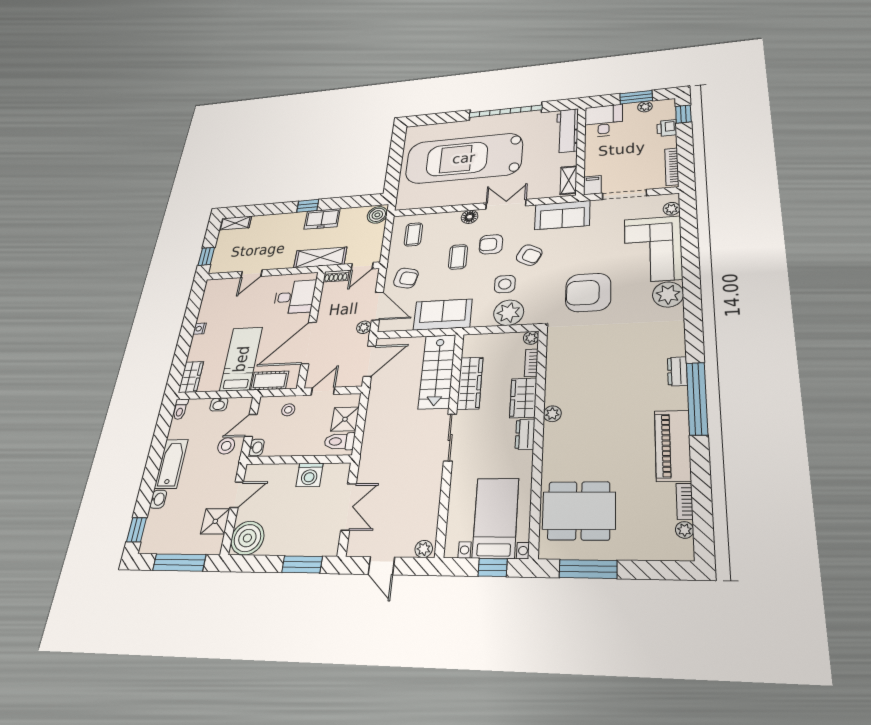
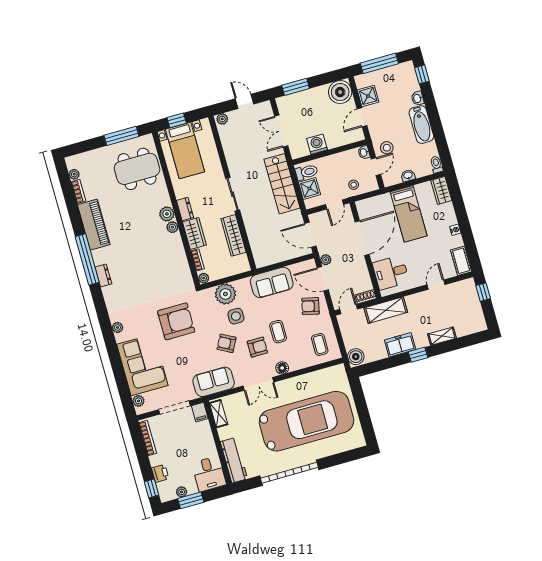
shelving: (235, 223) -> (442, 336), moved
plant: (668, 295) -> (118, 327), width x0.53, depth x0.53
door: (369, 361) -> (310, 235), hinge flipped
stairs: (437, 371) -> (282, 184), moved, turned 180
cot: (270, 380) -> (461, 261), moved, turned 90
plant: (554, 434) -> (167, 214), added

